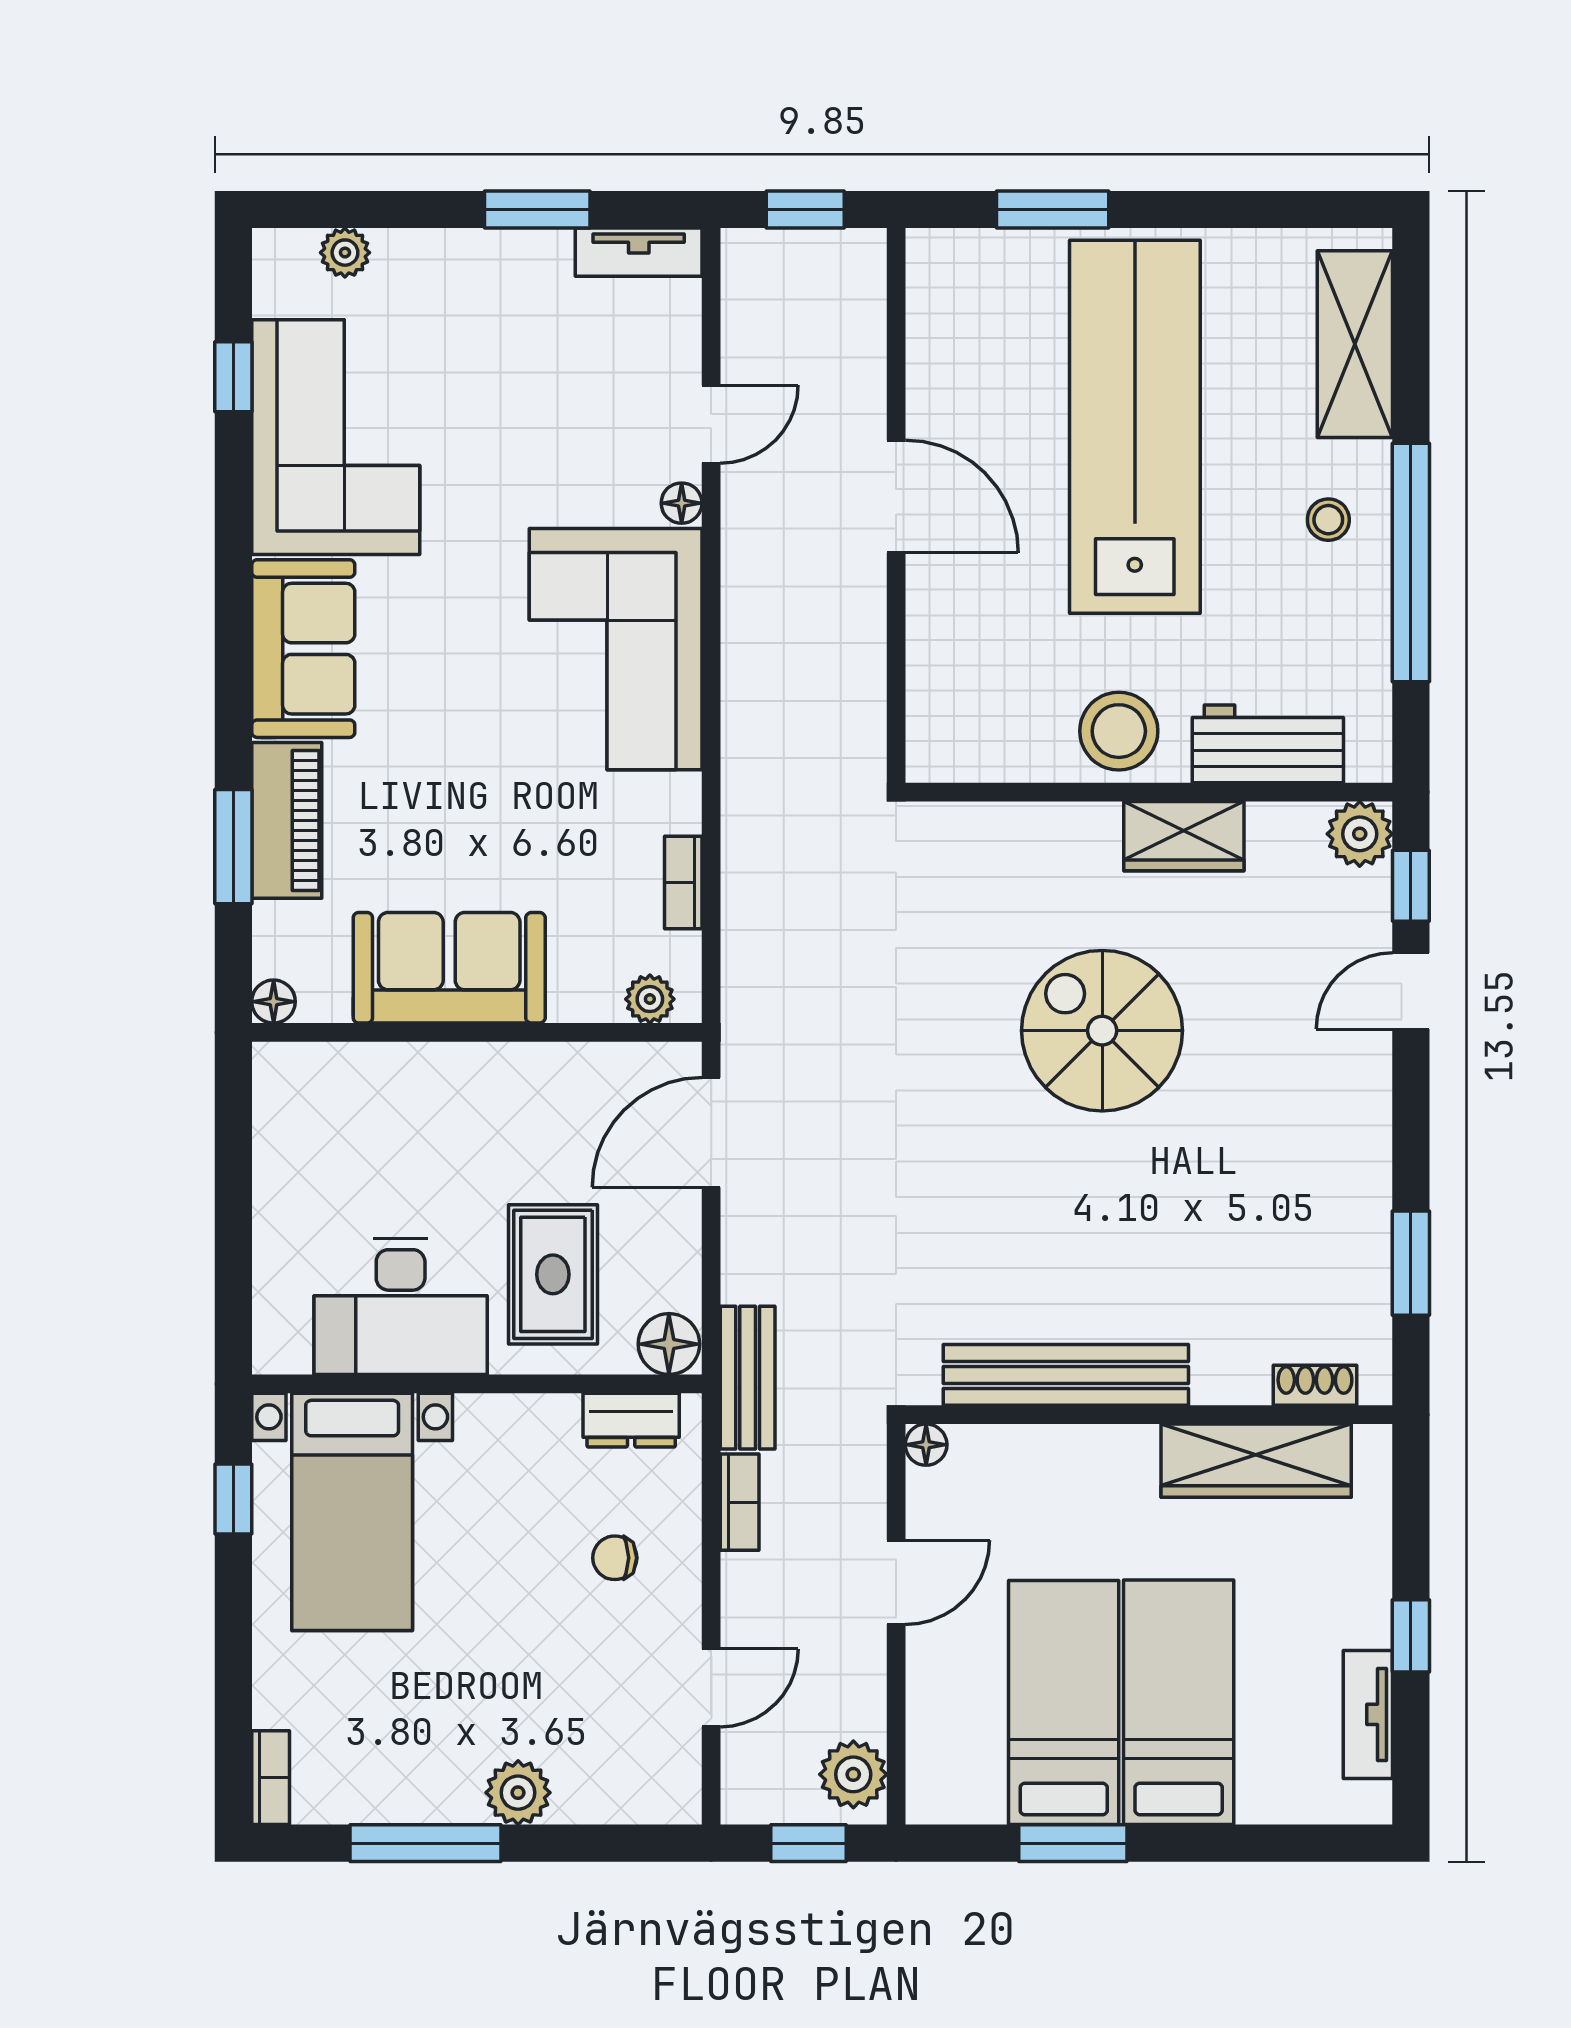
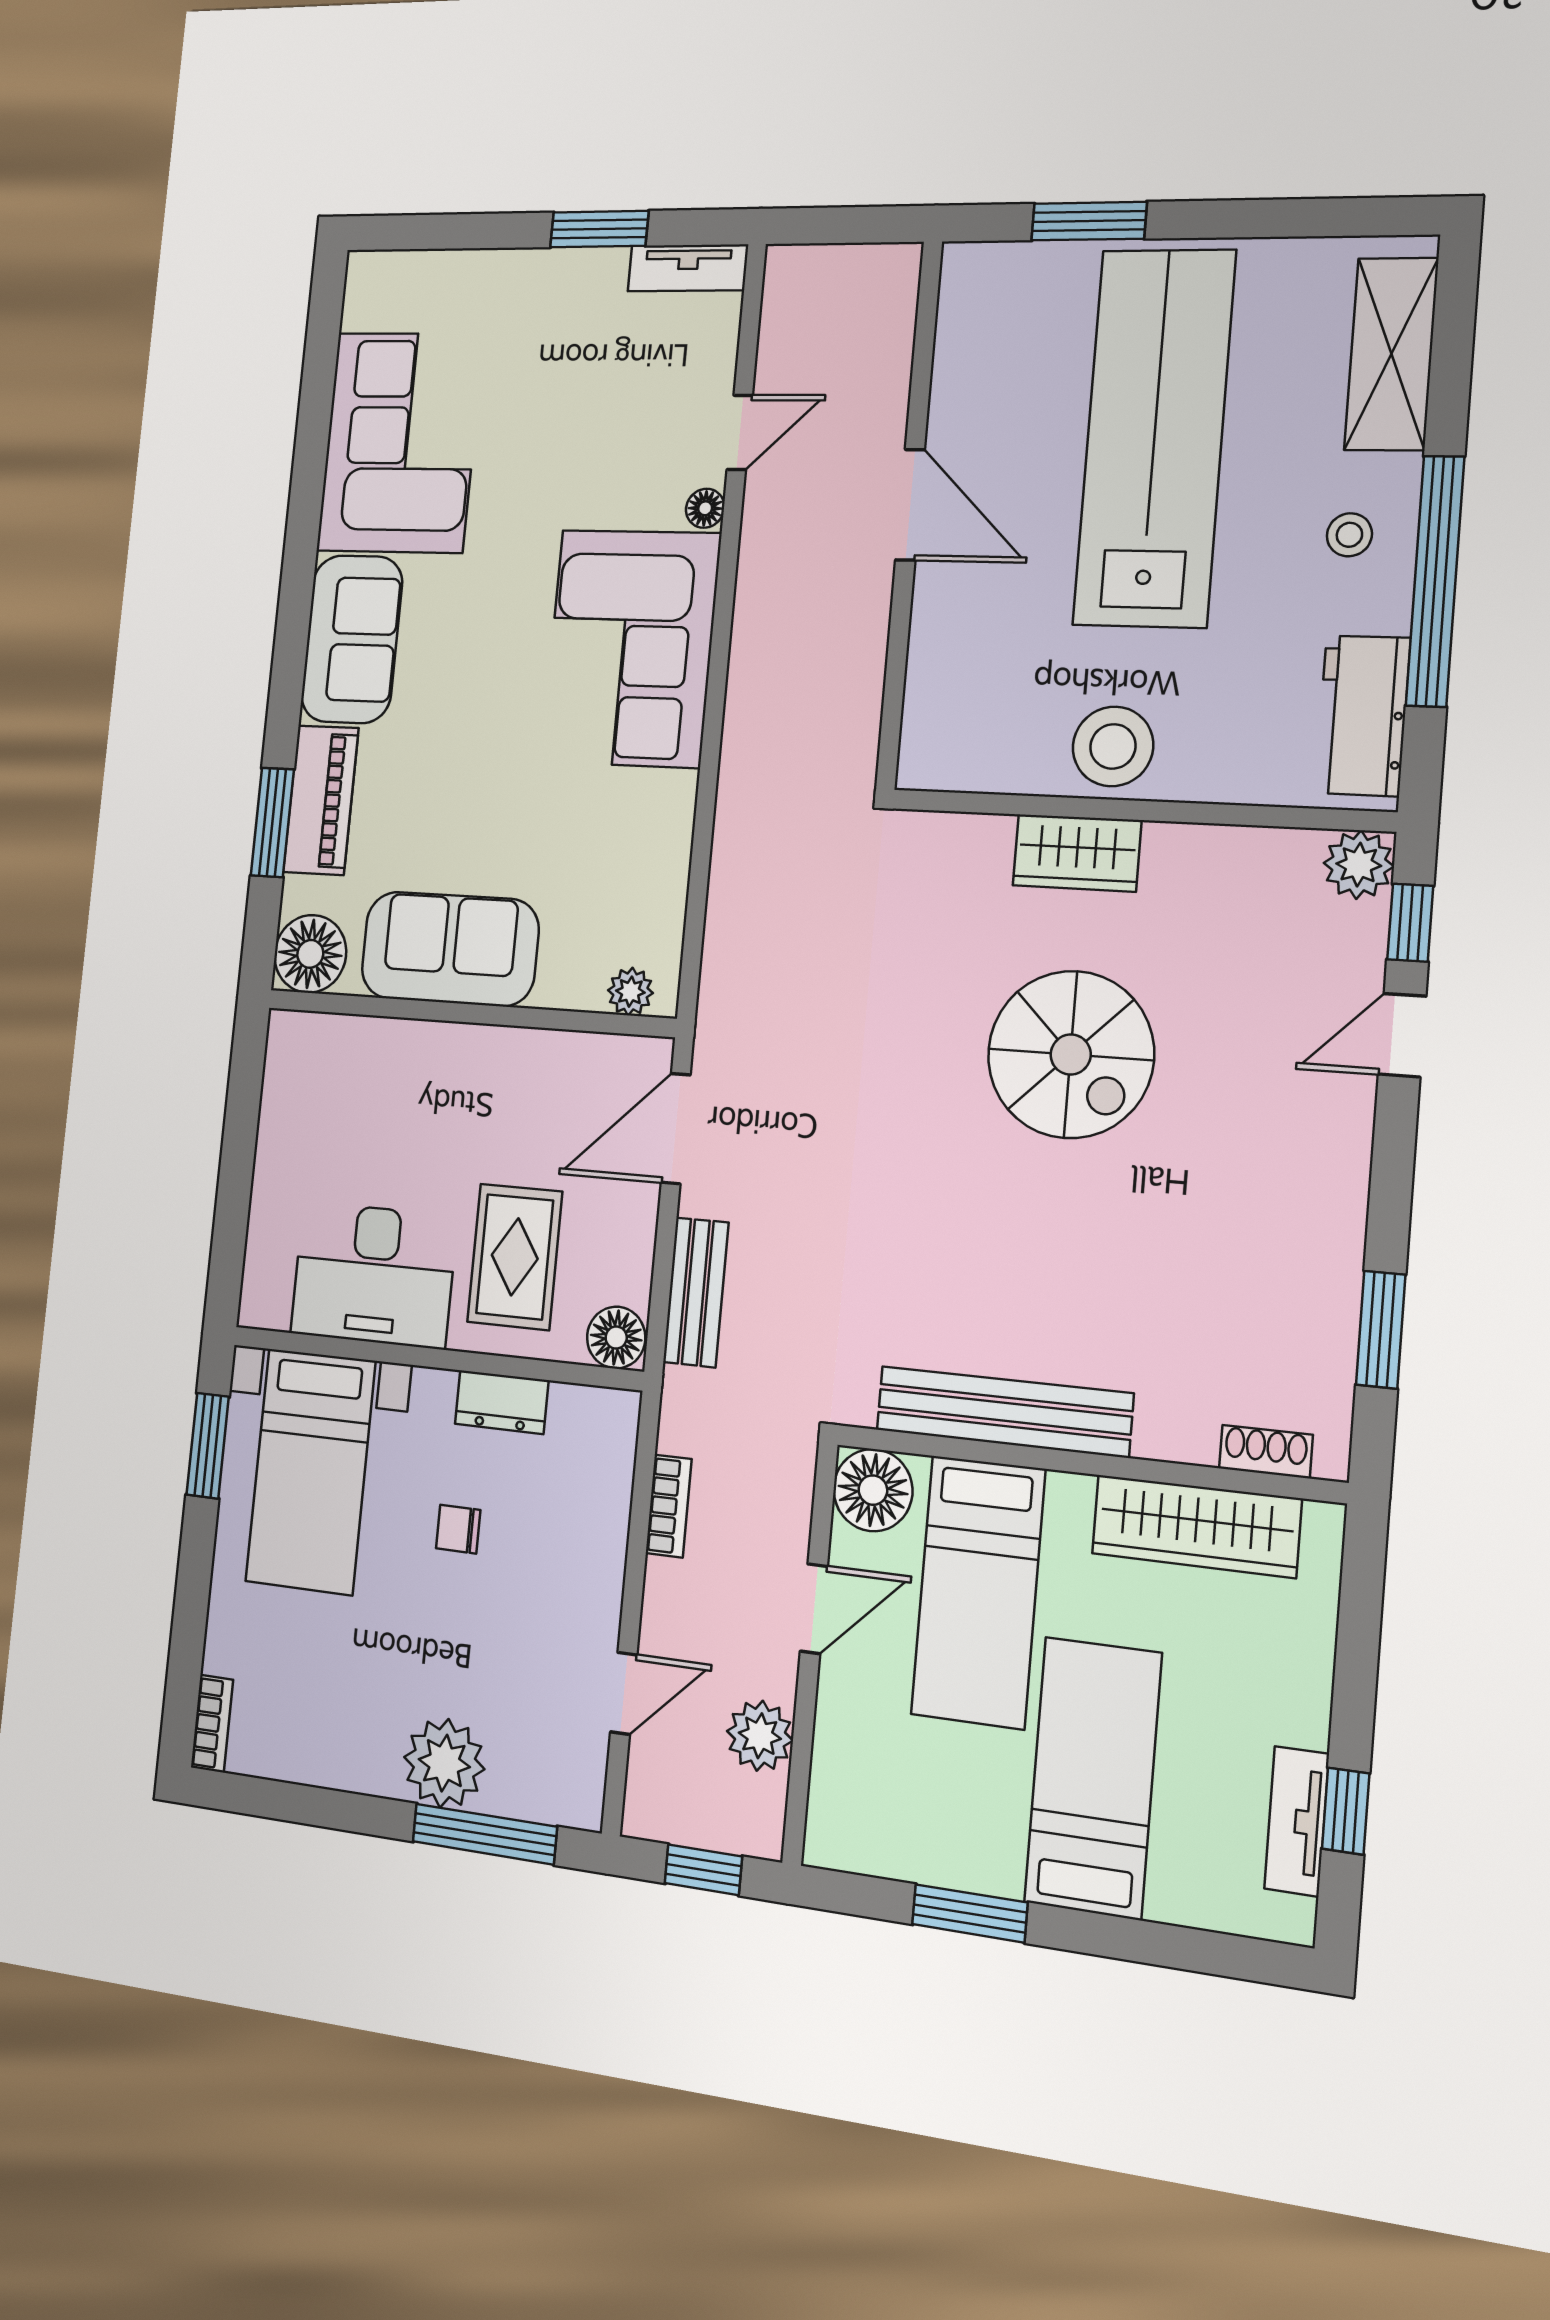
window: (805, 210) -> (847, 225), removed
plant: (345, 253) -> (425, 271), removed
window: (233, 377) -> (318, 386), removed
workbench: (1268, 744) -> (1363, 716), moved, turned -90
wardrobe: (1184, 836) -> (1077, 853), moved
bookcase: (683, 882) -> (672, 878), removed
floor lamp: (274, 1002) -> (310, 954), width x1.89, depth x1.89
spiral stairs: (1102, 1031) -> (1071, 1054), turned 180
bench: (748, 1378) -> (696, 1292), moved
dresser: (631, 1420) -> (502, 1402), moved
floor lamp: (926, 1445) -> (873, 1490), width x1.89, depth x1.89
window: (233, 1499) -> (208, 1446), width x1.50
chair: (615, 1558) -> (458, 1529), moved
window: (1411, 1636) -> (1346, 1811), moved
bed: (1064, 1702) -> (978, 1592), moved, turned 180
plant: (853, 1774) -> (760, 1736), moved
plant: (518, 1793) -> (444, 1763), width x1.36, depth x1.36
window: (425, 1843) -> (485, 1834), moved

